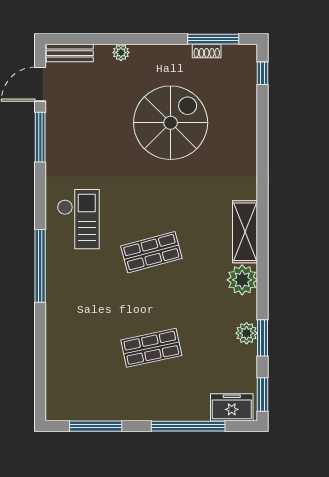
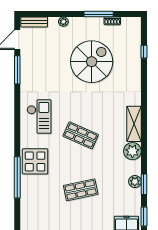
window: (213, 39) -> (99, 14), moved
window: (262, 73) -> (144, 52), moved
shop shelf: (151, 252) -> (81, 135), turned 39
window: (40, 266) -> (17, 177), moved
display table: (71, 298) -> (35, 161), added

